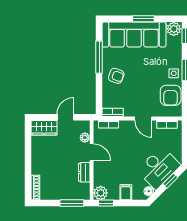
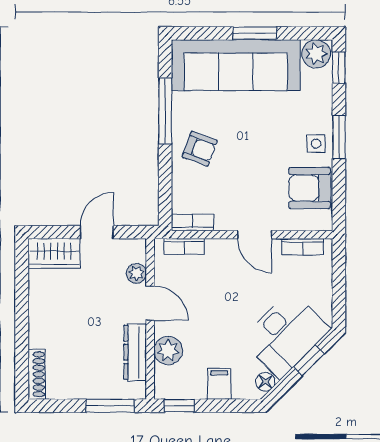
armchair: (171, 95) -> (310, 188), turned 90
dresser: (84, 172) -> (135, 352), width x1.44
plant: (101, 193) -> (168, 351), moved

